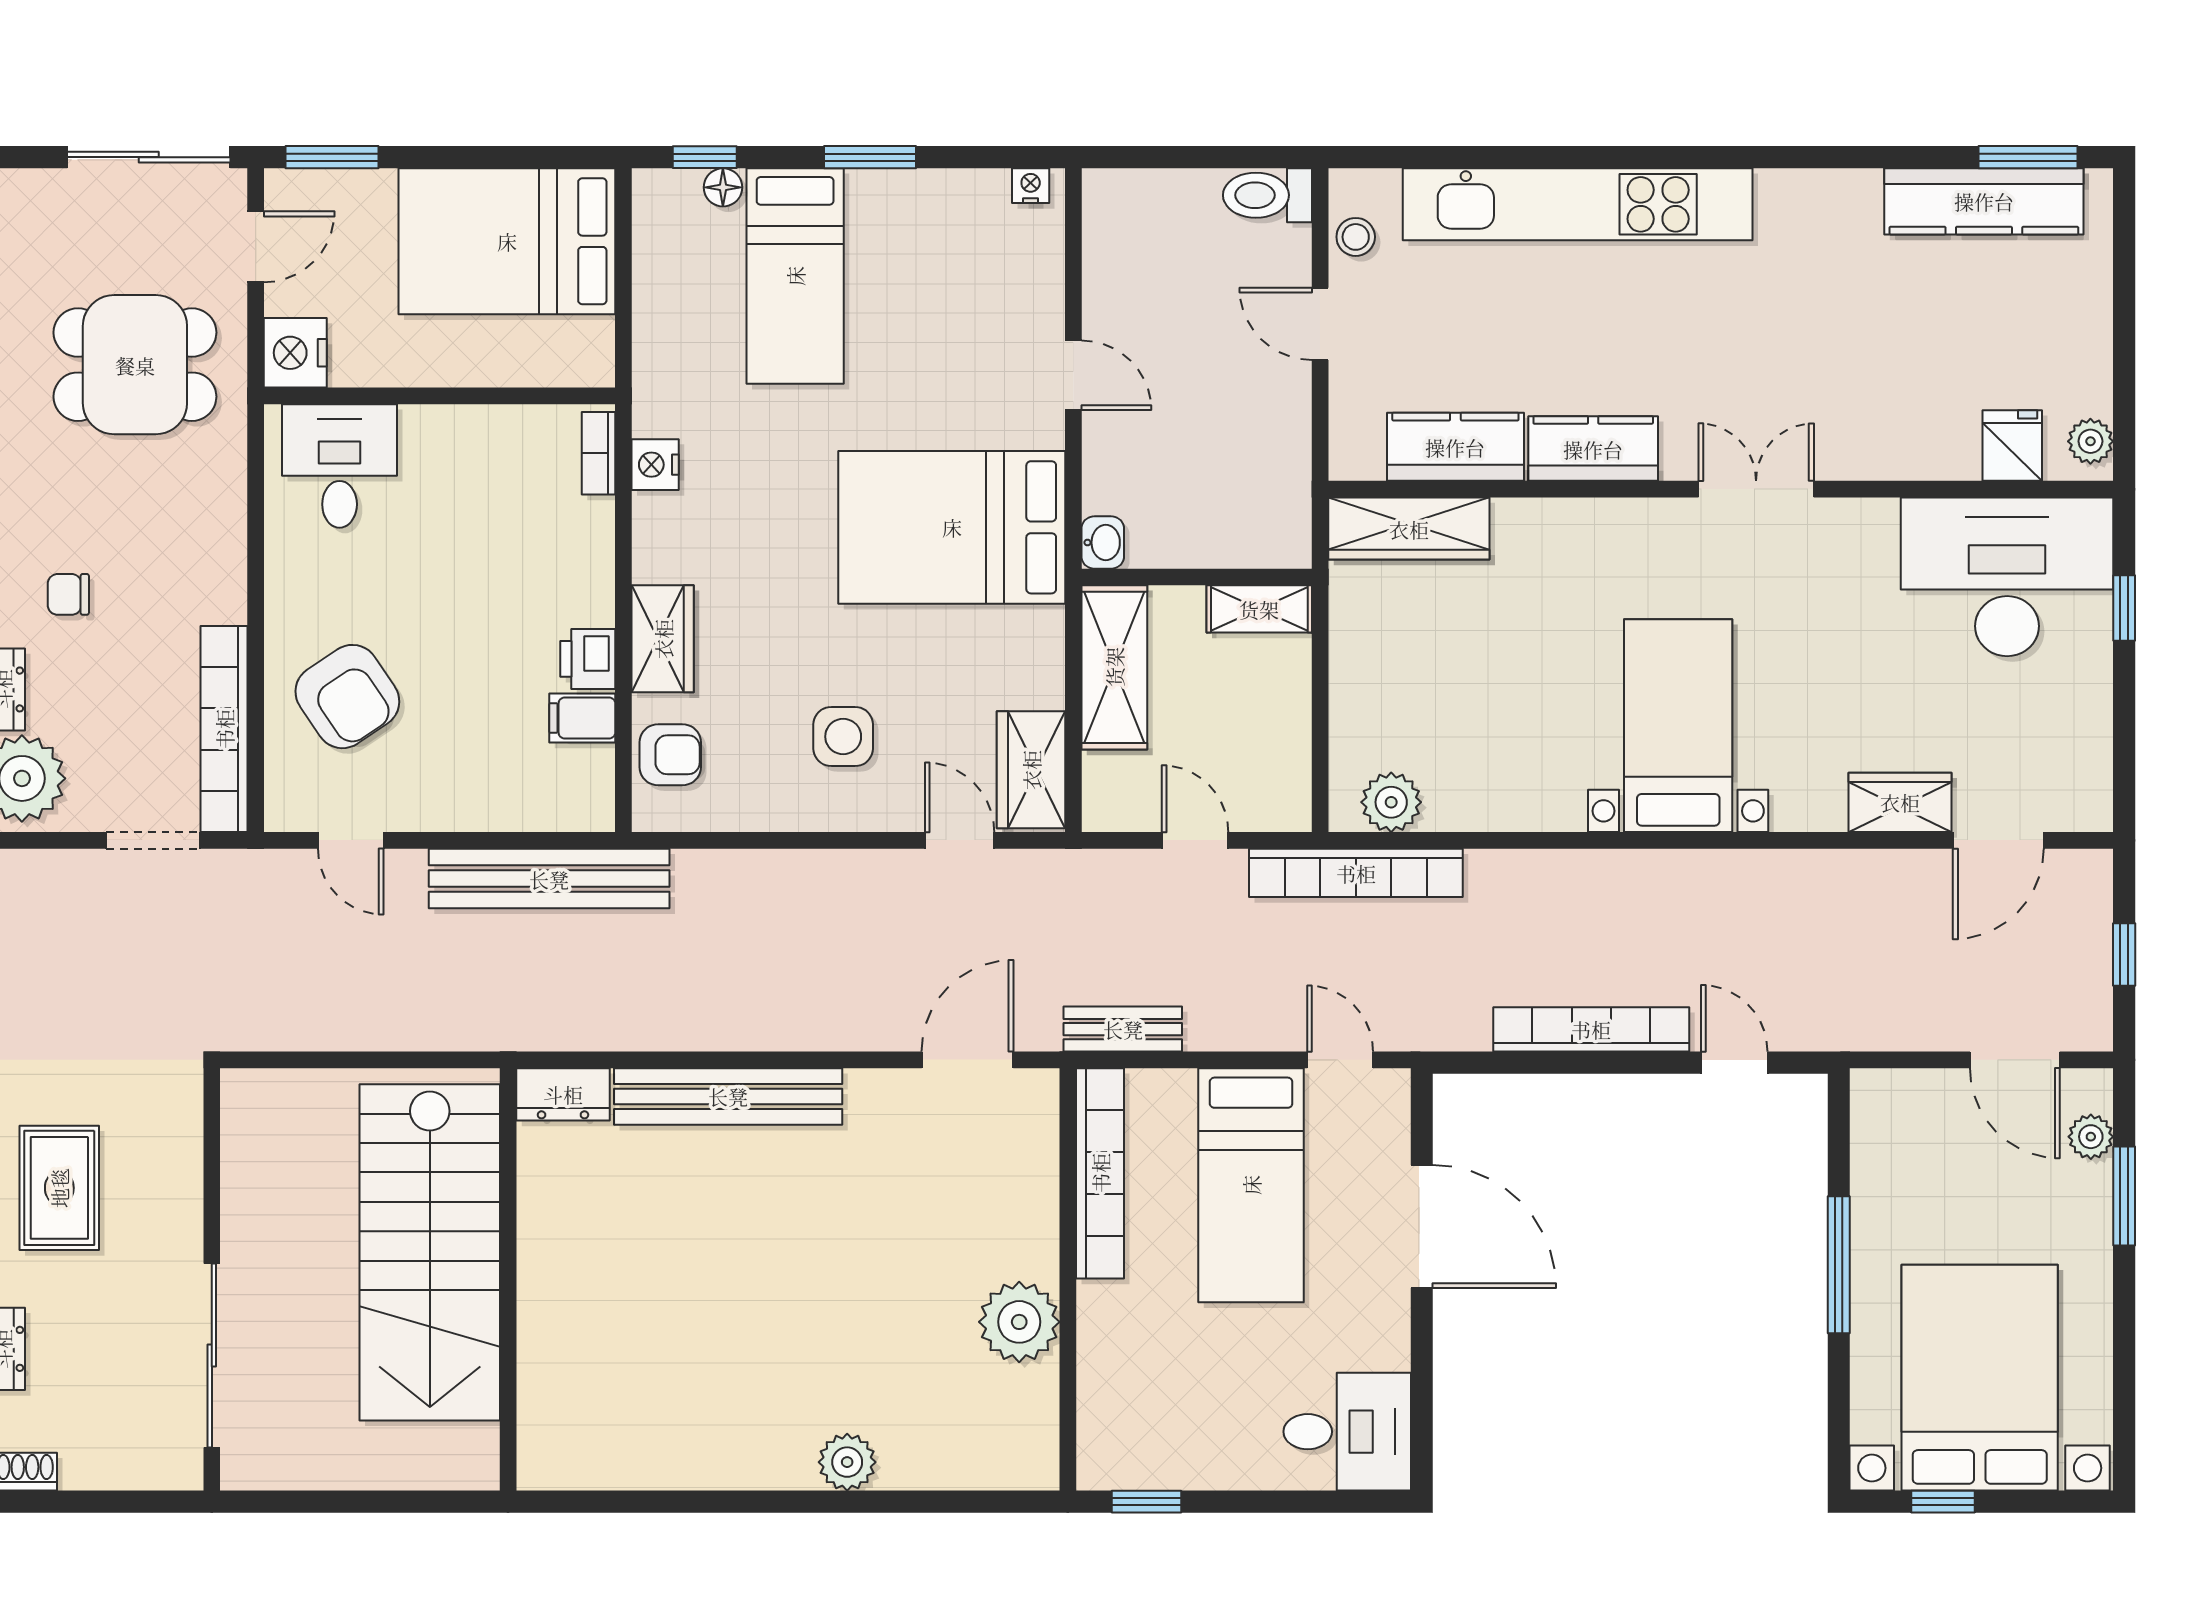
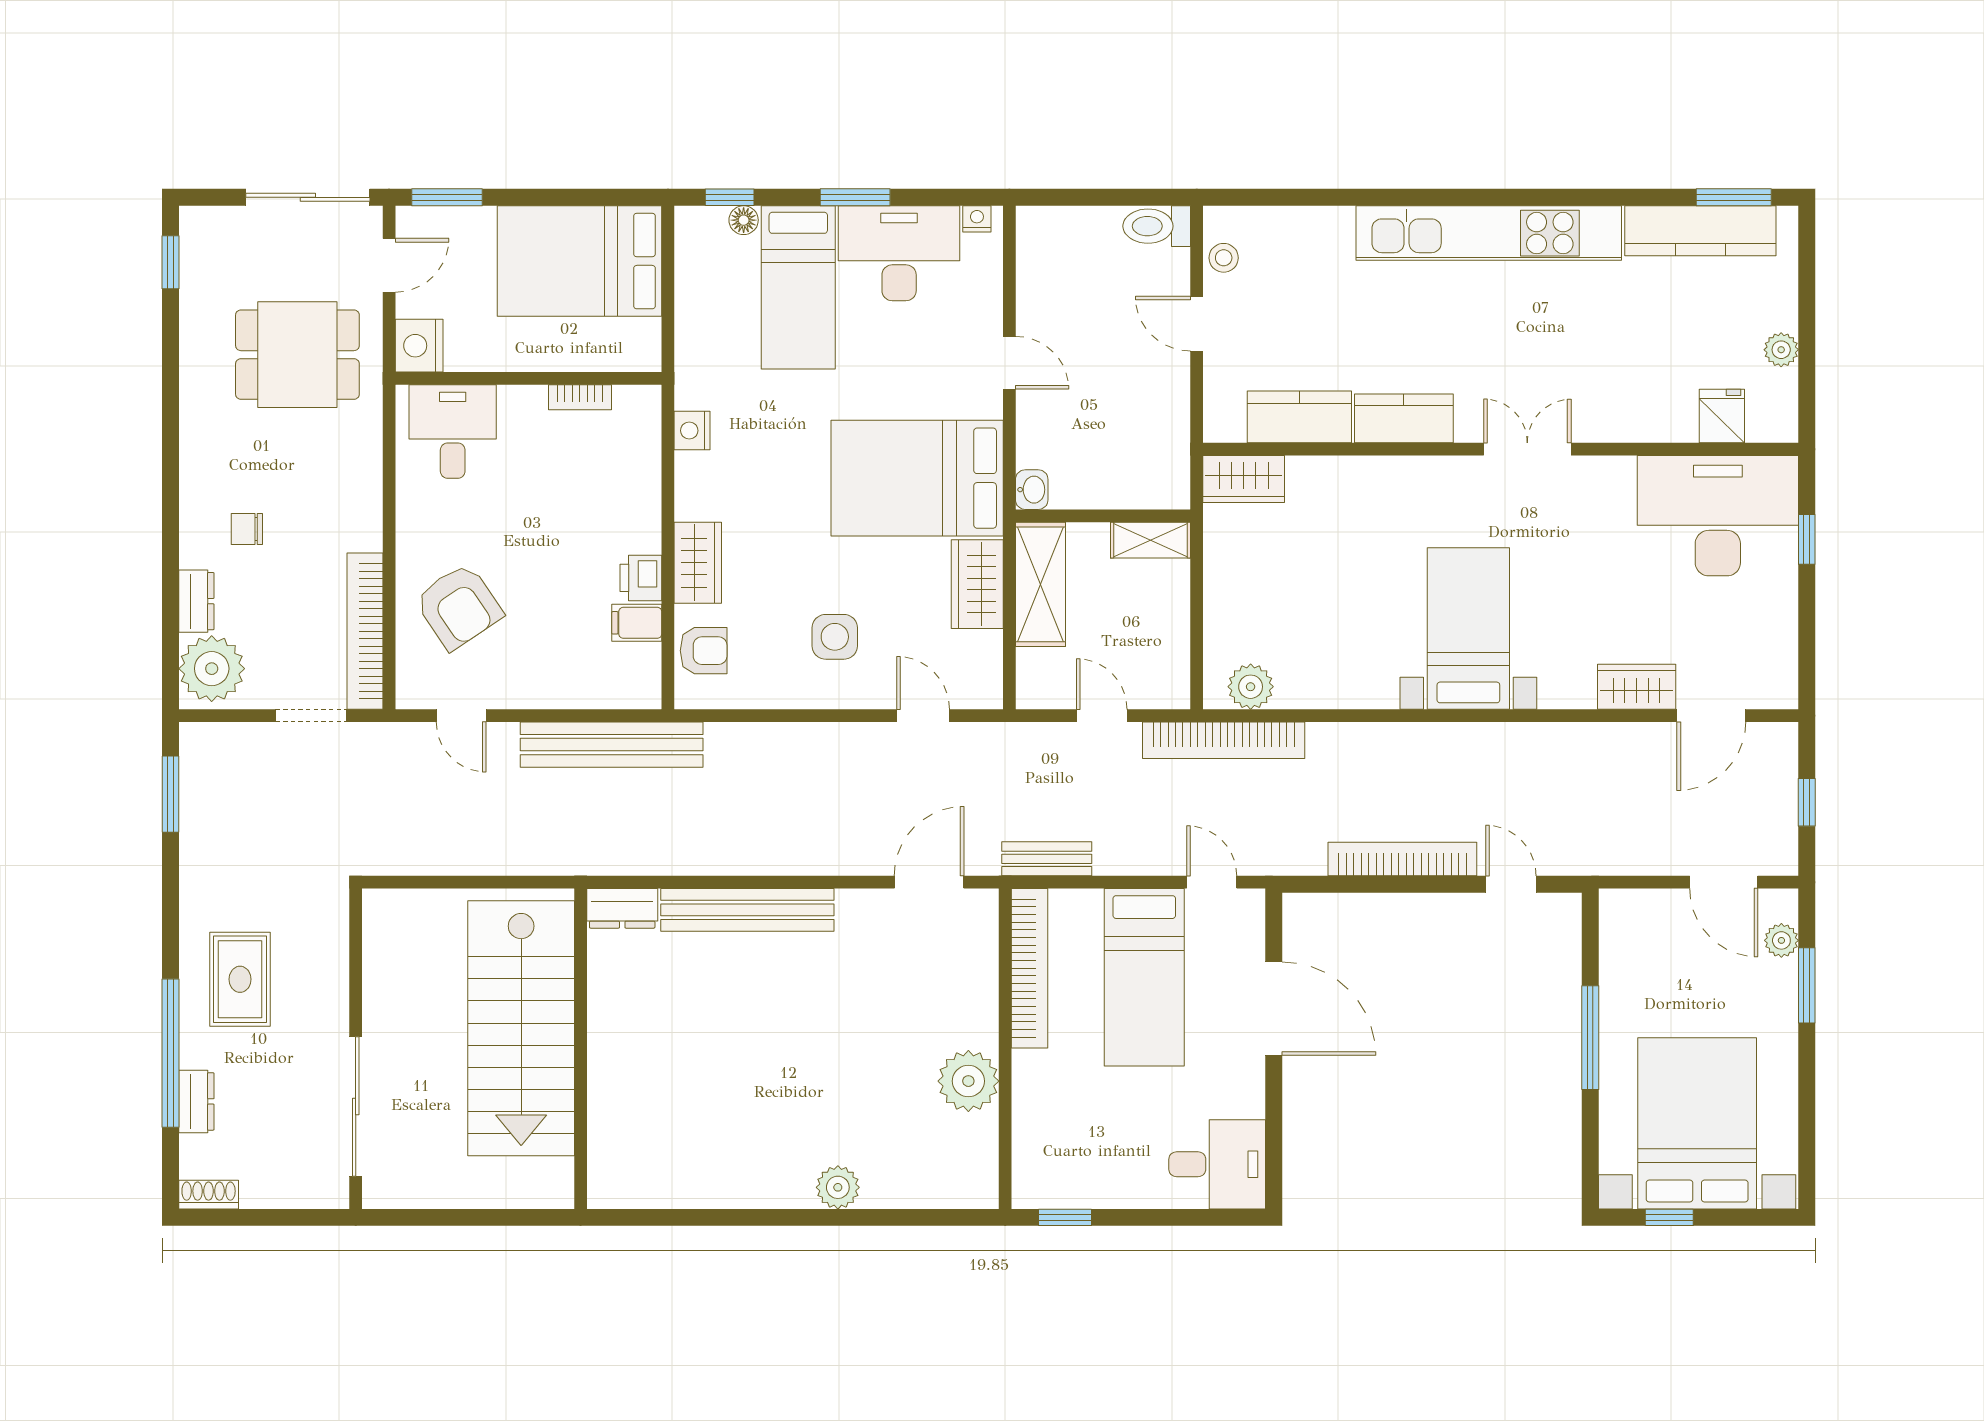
kitchen unit: (1578, 204) -> (1489, 233), moved
desk: (928, 231) -> (899, 253), added
plant: (2090, 441) -> (1781, 350), moved
bookcase: (599, 453) -> (580, 397), moved, turned -90
wardrobe: (1409, 529) -> (1244, 479), width x0.67
wardrobe: (1031, 770) -> (977, 584), moved

